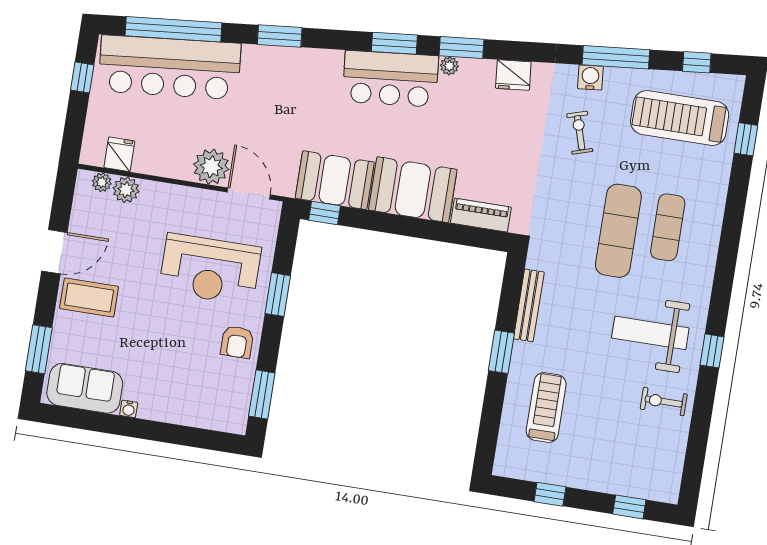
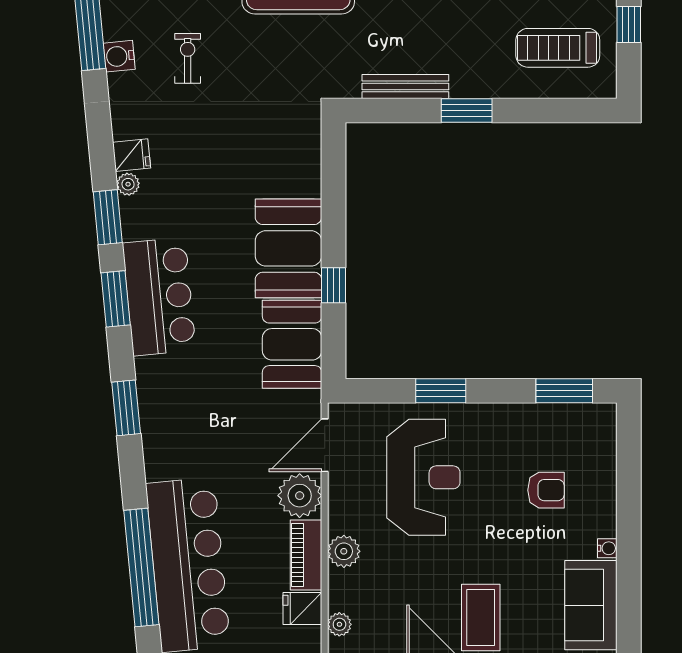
window: (280, 36) -> (126, 408), moved
plant: (449, 66) -> (128, 184), moved
fridge: (513, 75) -> (132, 155), width x0.72
exercise bike: (580, 133) -> (188, 58), turned 107
plant: (126, 190) -> (344, 551), moved
window: (325, 213) -> (334, 285), moved
piano: (481, 215) -> (306, 555), moved
armchair: (237, 342) -> (546, 490), moved
treadmill: (546, 408) -> (558, 48), moved

